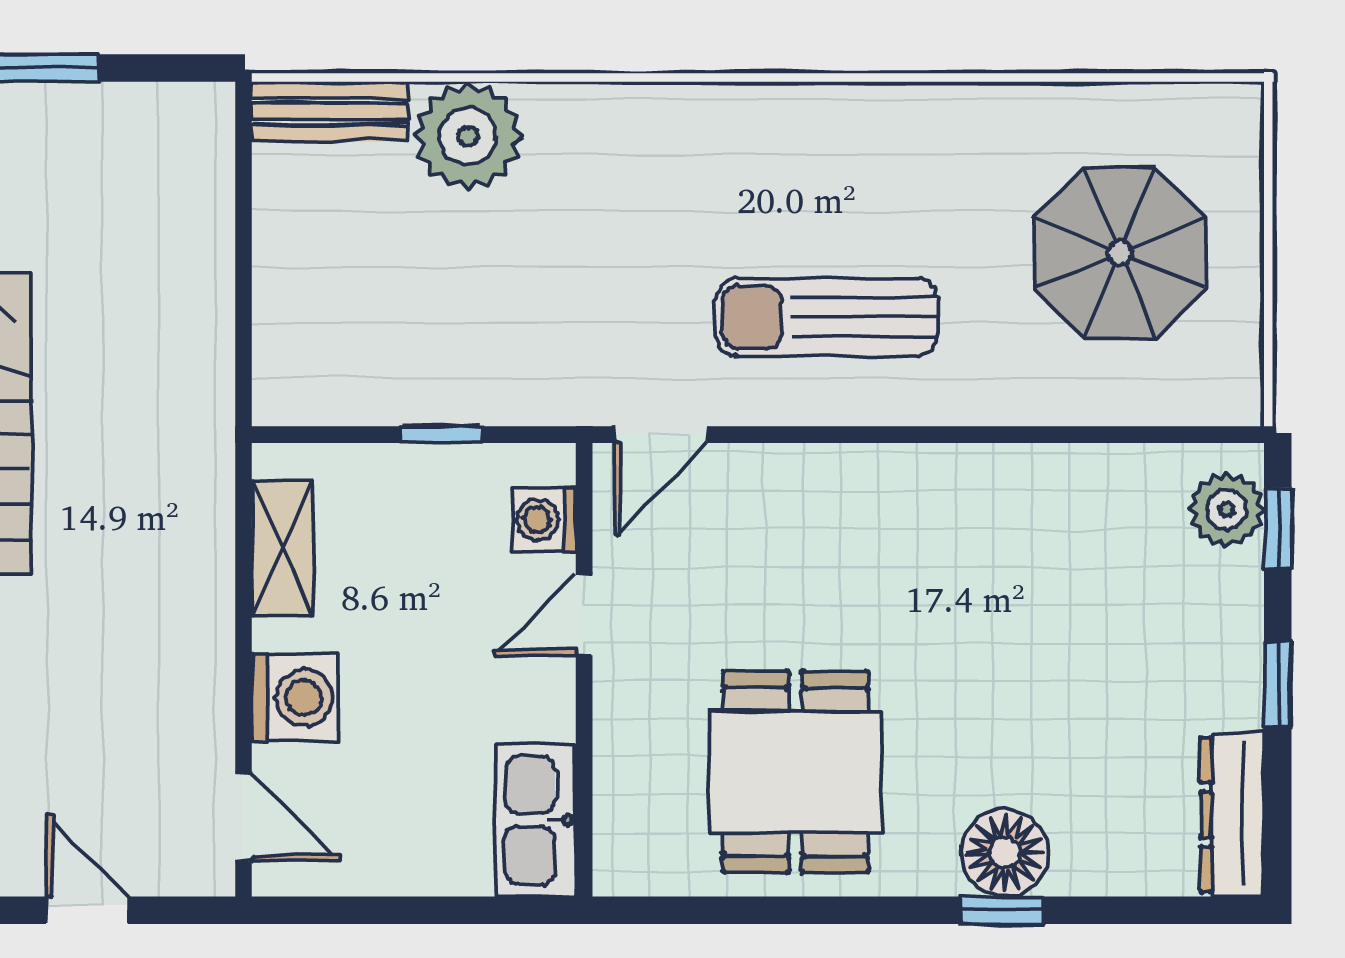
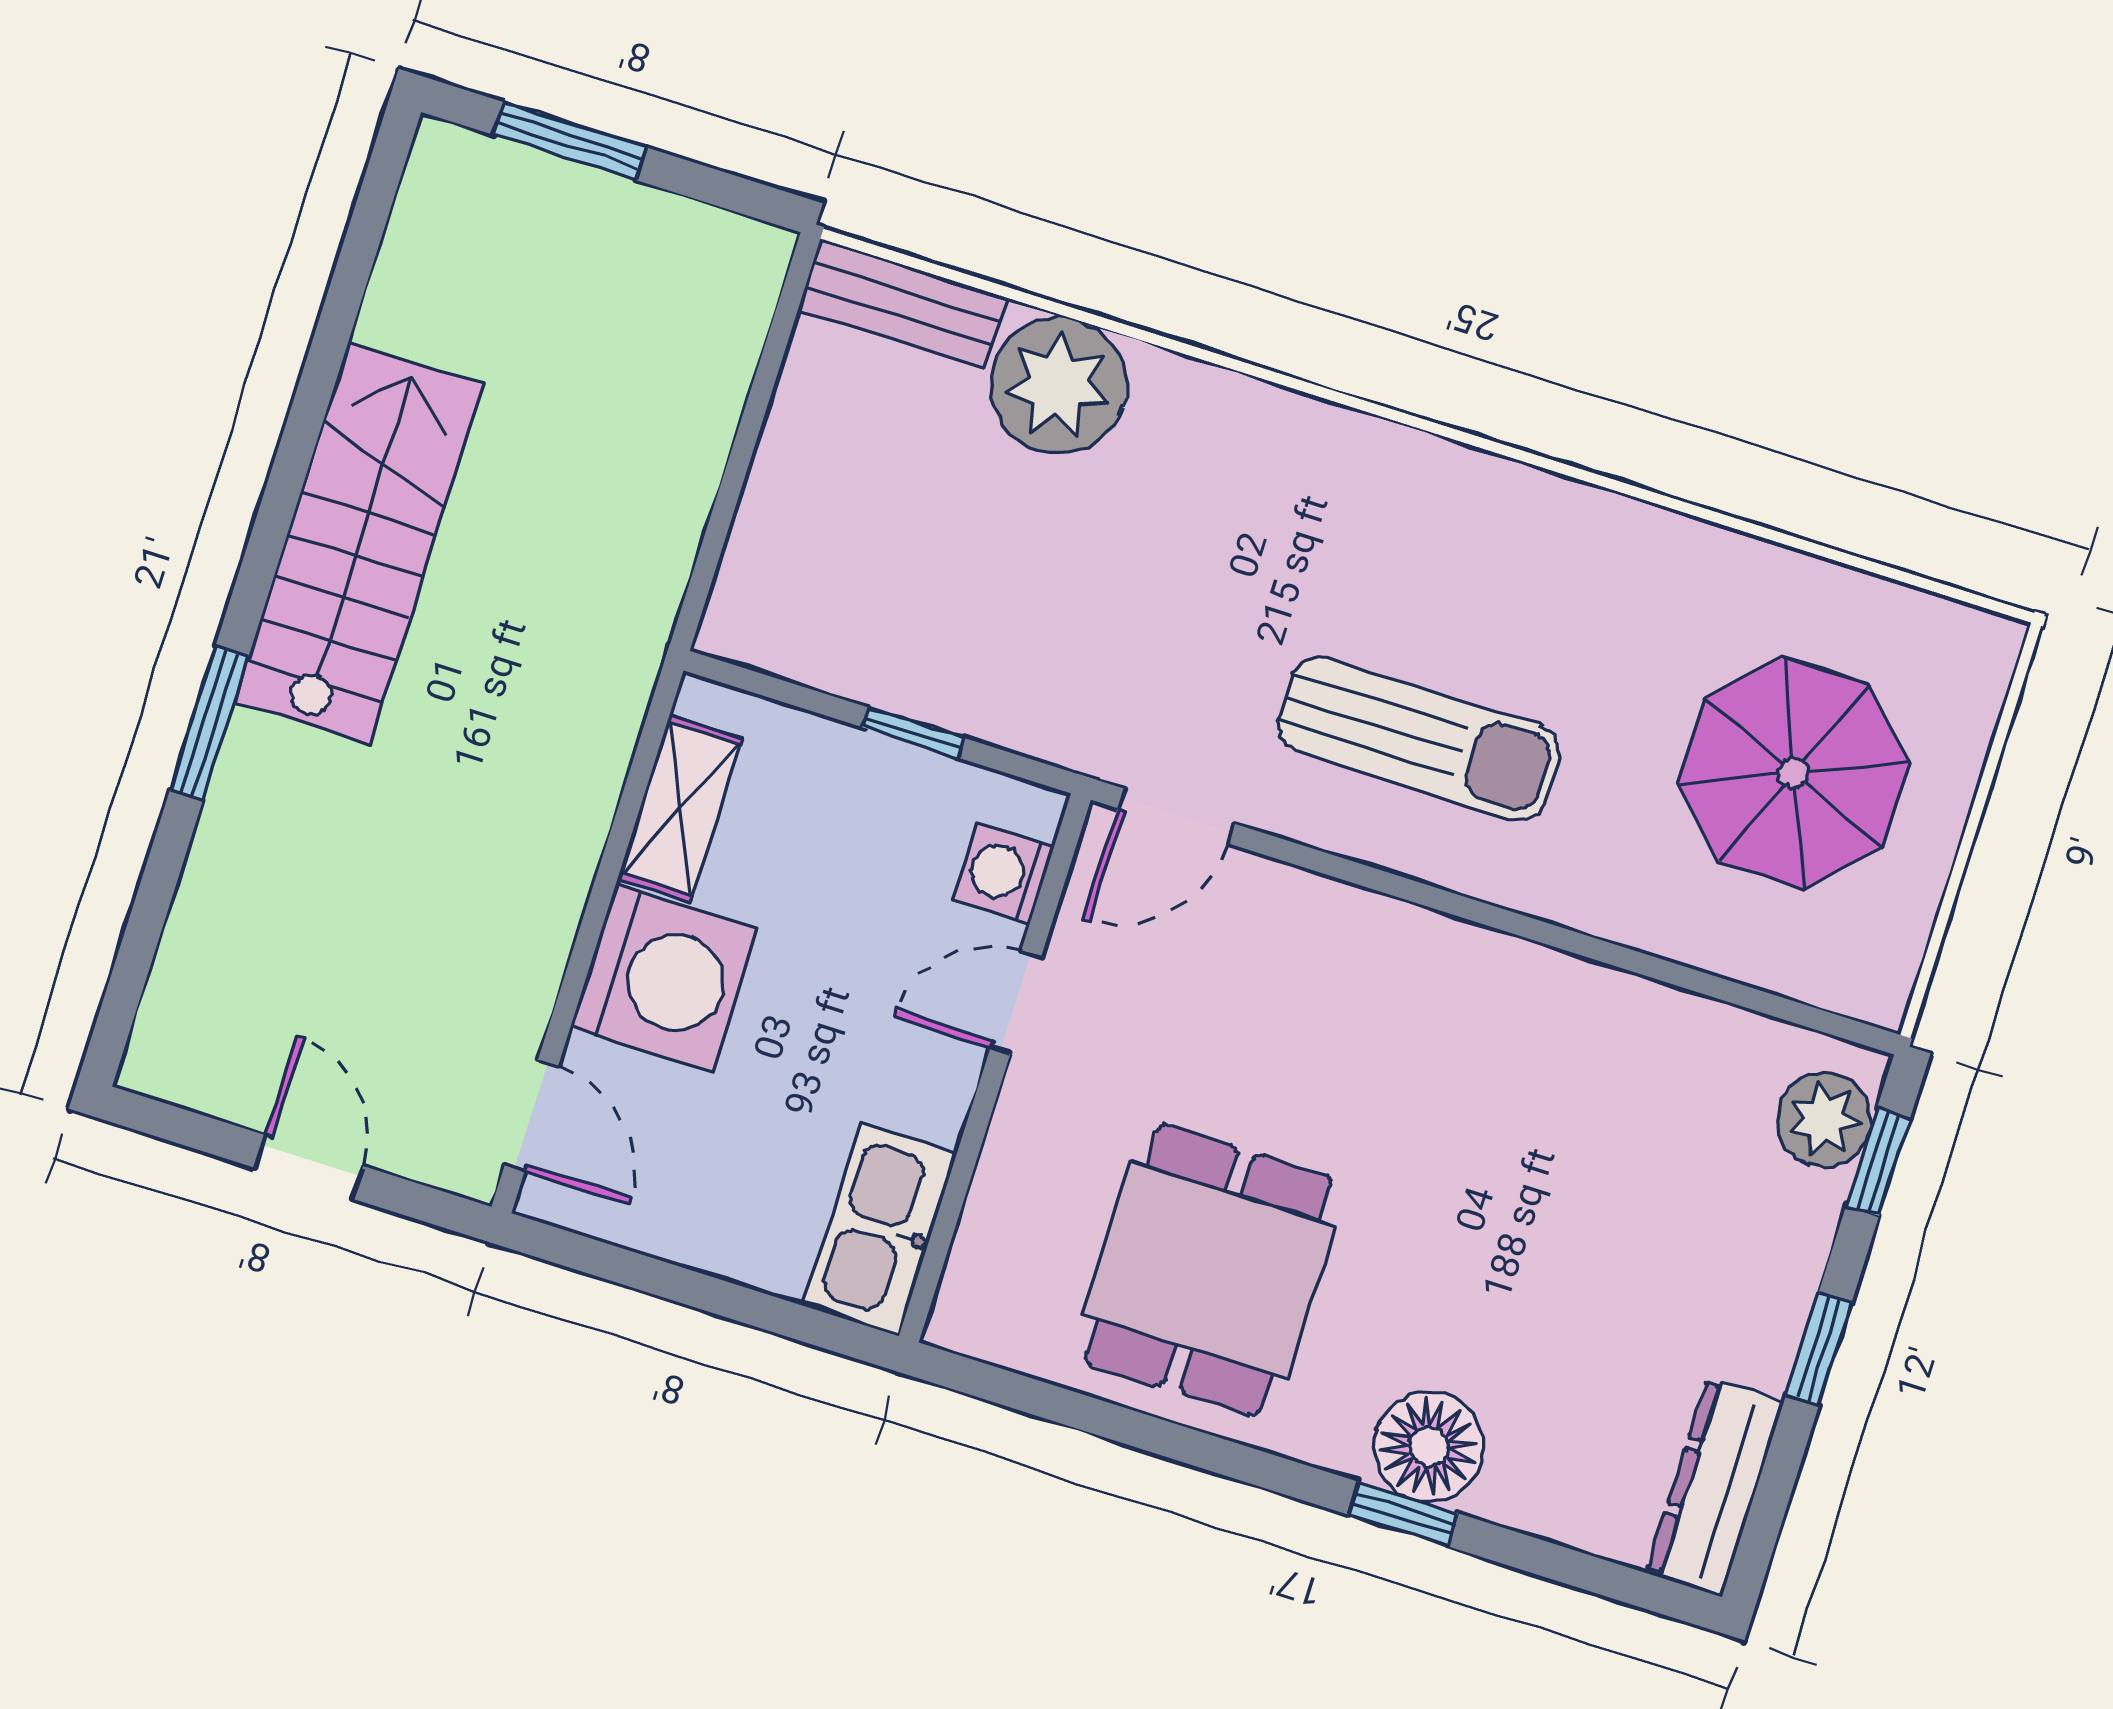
sun lounger: (827, 317) -> (1419, 738), turned 180
washing machine: (295, 698) -> (664, 979), width x1.37, depth x1.37

